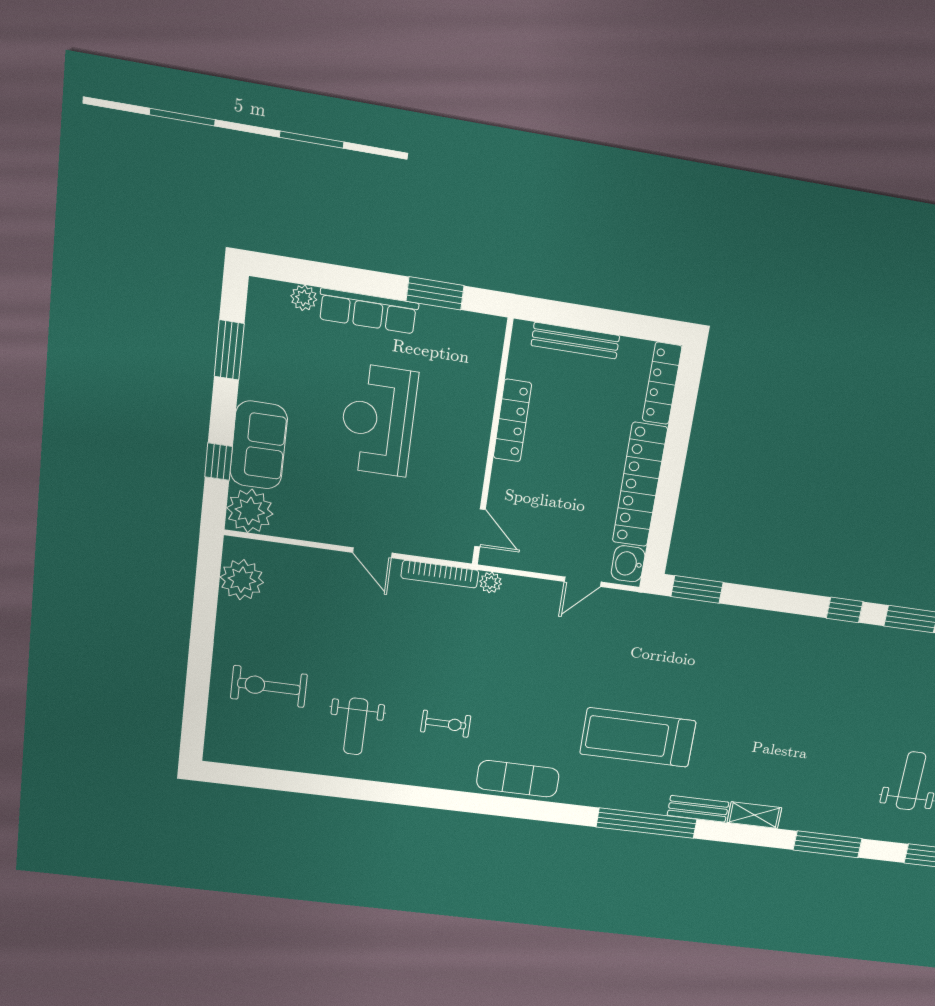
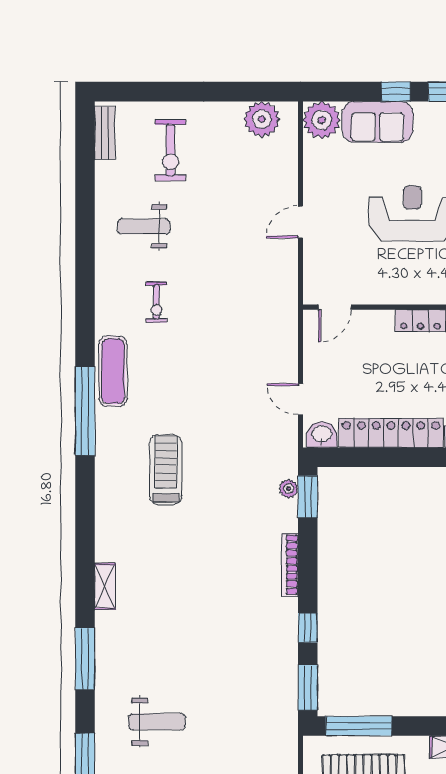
window: (219, 462) -> (396, 92), moved
bookcase: (440, 574) -> (290, 565), moved
plant: (491, 583) -> (289, 489), moved
exercise bike: (269, 686) -> (170, 150), turned 180
treadmill: (638, 737) -> (166, 470), width x0.73, depth x0.73
bench: (698, 809) -> (105, 133), moved
window: (647, 823) -> (85, 411), moved

